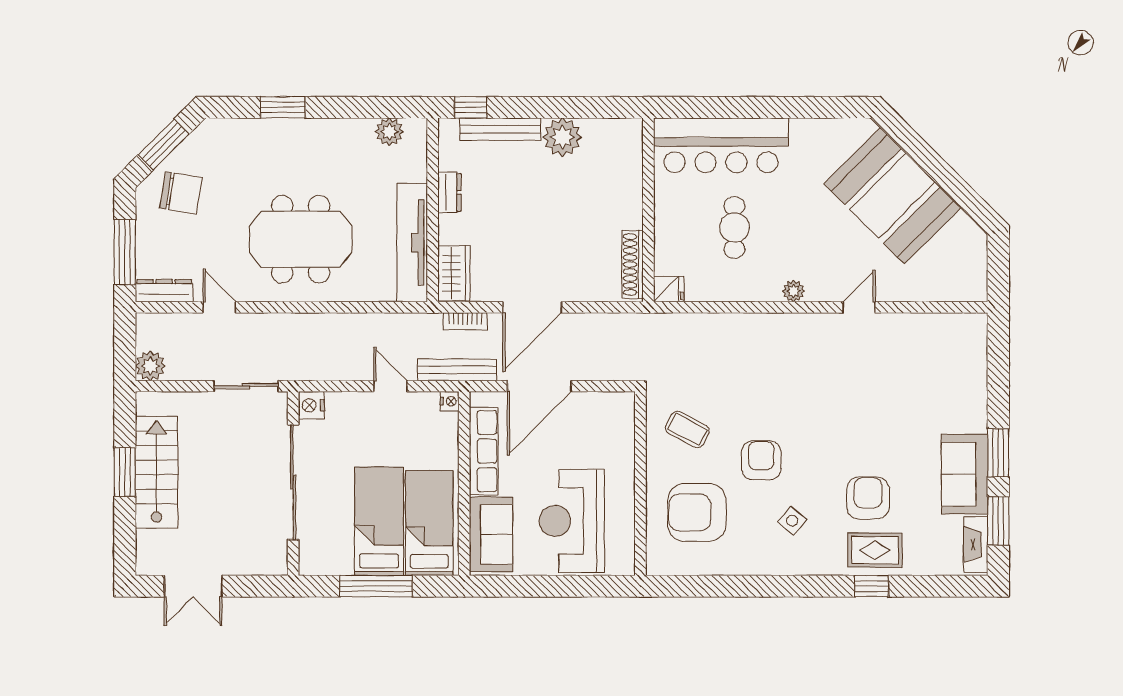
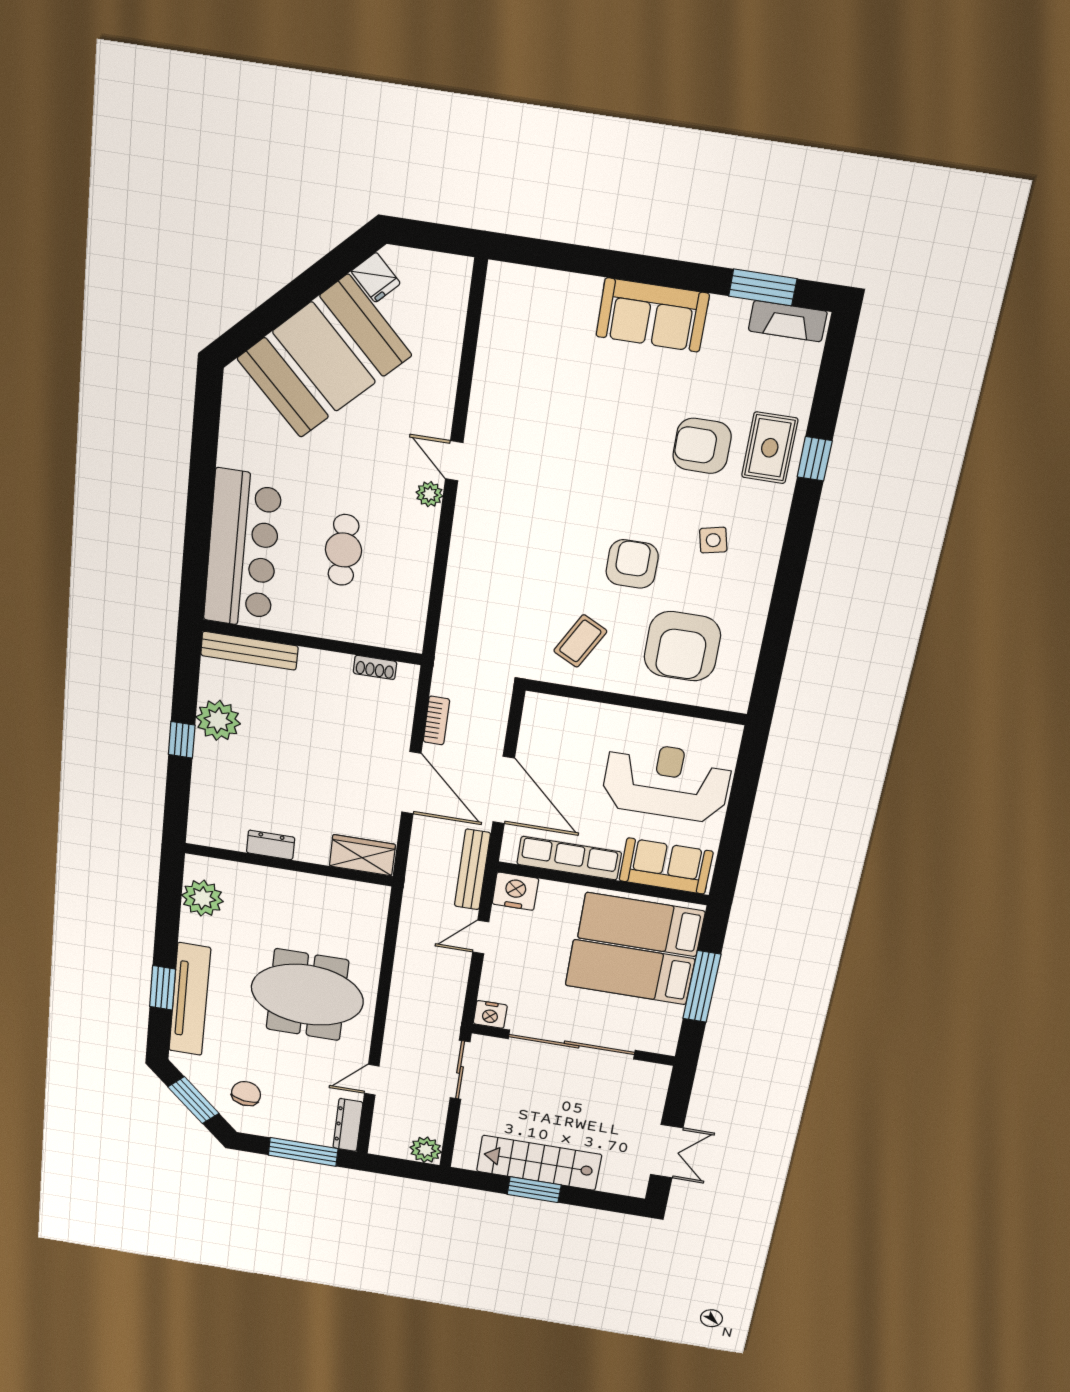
window: (471, 107) -> (182, 740), moved
bench: (500, 129) -> (249, 651), moved, turned 90
plant: (389, 132) -> (202, 898), width x1.36, depth x1.36
chair: (181, 193) -> (246, 1094), width x0.73, depth x0.73
cafe table: (734, 227) -> (343, 550), turned 90
meeting table: (301, 239) -> (307, 995), turned 90
tv unit: (412, 243) -> (190, 999), moved, turned -90
shoe rack: (633, 264) -> (375, 667), width x0.51, depth x0.81
fridge: (669, 289) -> (376, 277), moved, turned 135
door: (859, 307) -> (454, 461), moved
bookcase: (465, 321) -> (436, 720), moved
nightstand: (450, 401) -> (515, 891), width x1.89, depth x1.79
window: (998, 453) -> (673, 274), removed
armchair: (761, 460) -> (632, 564), turned 90
sofa: (965, 474) -> (652, 315), moved
reception desk: (572, 521) -> (666, 782), turned 180
side table: (792, 521) -> (713, 540), turned 37

